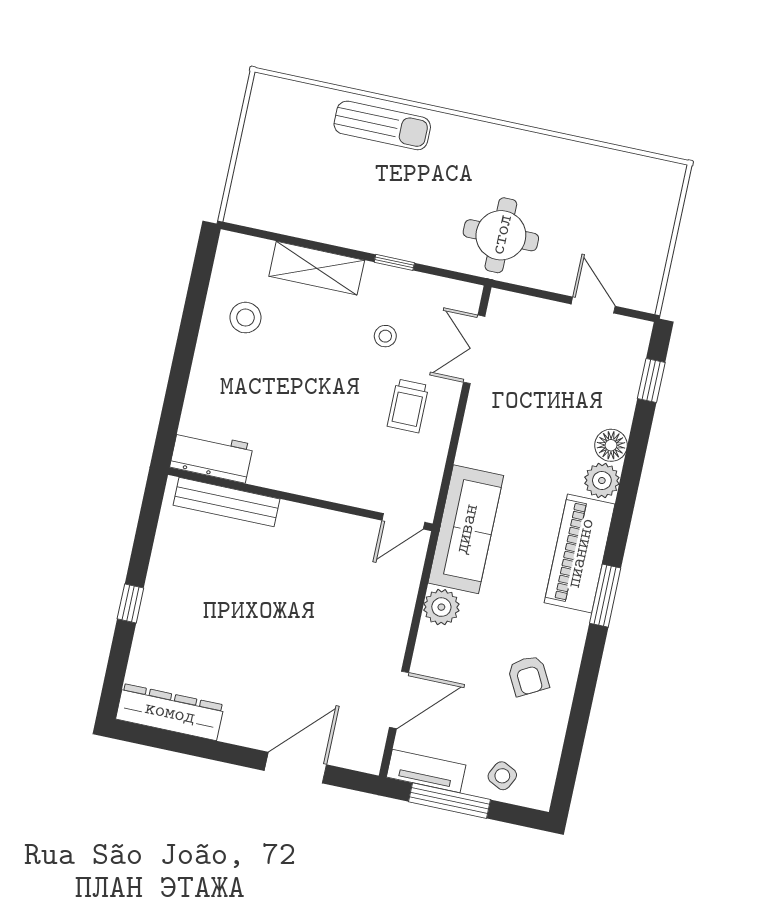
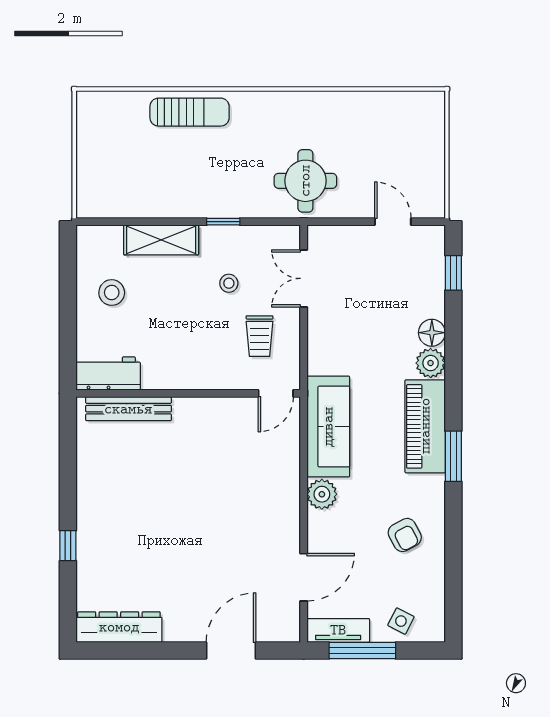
workbench: (212, 456) -> (108, 374), moved
wall: (300, 499) -> (188, 393), moved
bench: (227, 502) -> (128, 409), moved
door: (403, 521) -> (276, 393), moved

